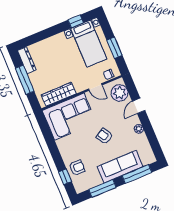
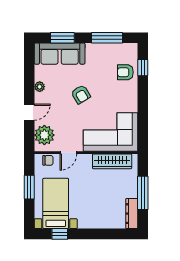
door: (95, 87) -> (68, 153), swing flipped
sofa: (120, 167) -> (60, 54), moved
window: (137, 174) -> (62, 38), width x0.69

